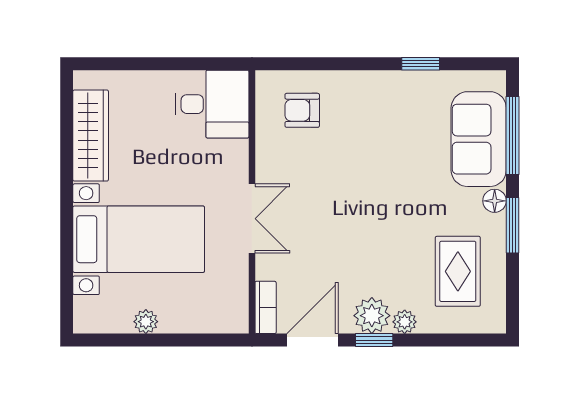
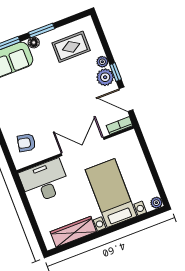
desk: (212, 104) -> (45, 181), width x1.37
armchair: (302, 110) -> (26, 143), turned 101
double door: (252, 219) -> (83, 147), width x1.37
plant: (146, 322) -> (156, 203), moved

